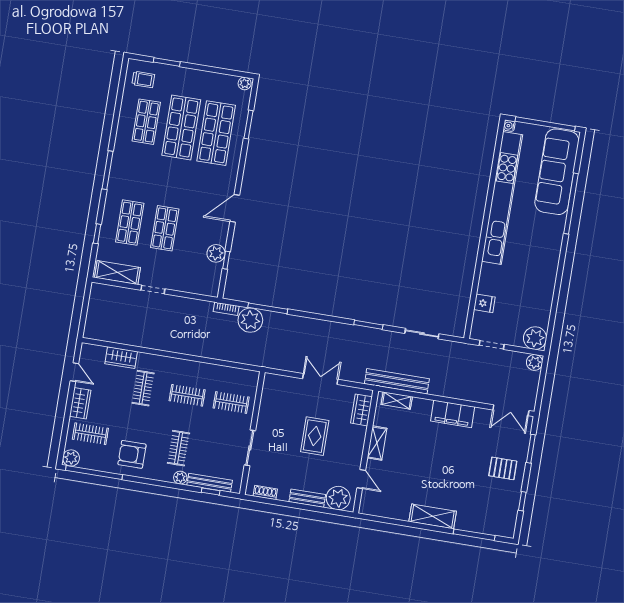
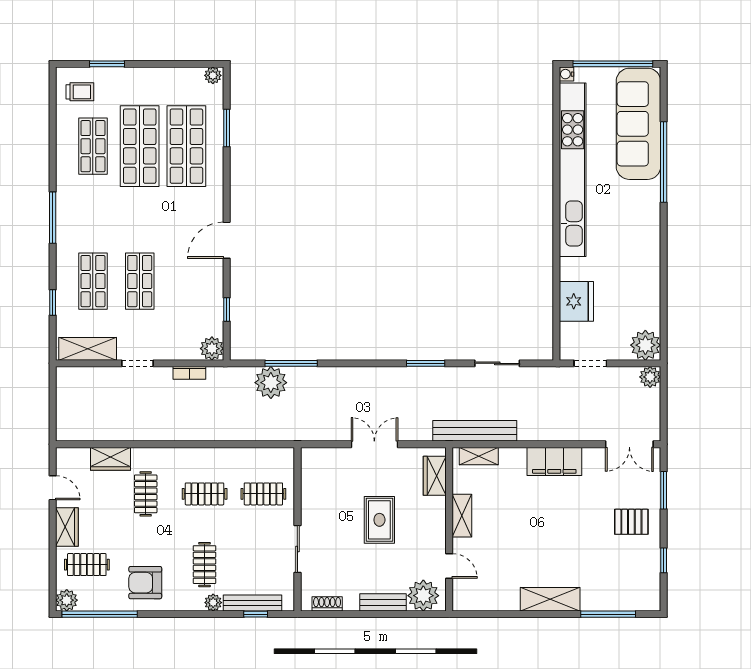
plant: (216, 253) -> (212, 349), moved
fridge: (484, 303) -> (576, 301), width x1.88, depth x1.34
bookcase: (226, 309) -> (189, 373), moved

